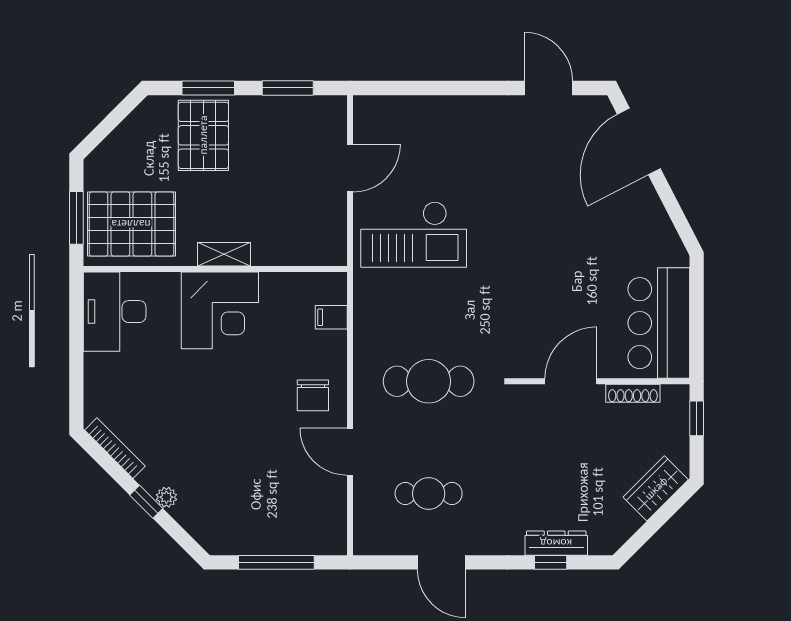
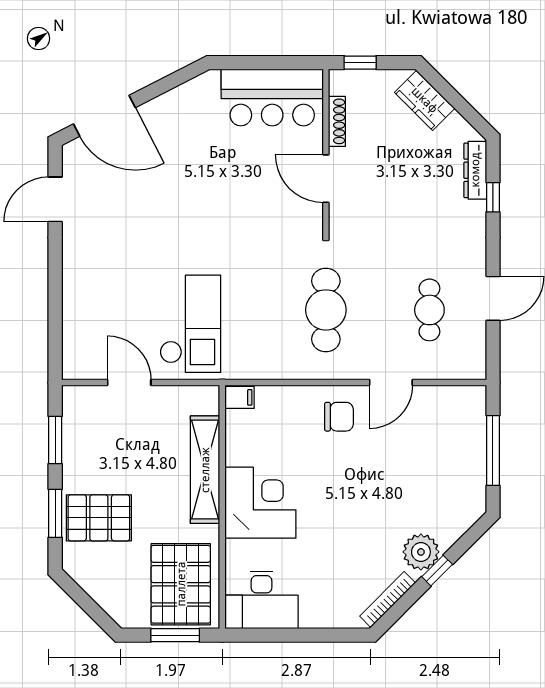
shelving: (224, 254) -> (205, 470), width x2.20, depth x1.33
filing cabinet: (331, 317) -> (240, 397), moved, turned -90
plant: (166, 497) -> (421, 552), width x1.88, depth x1.88
dresser: (556, 543) -> (475, 170), moved

